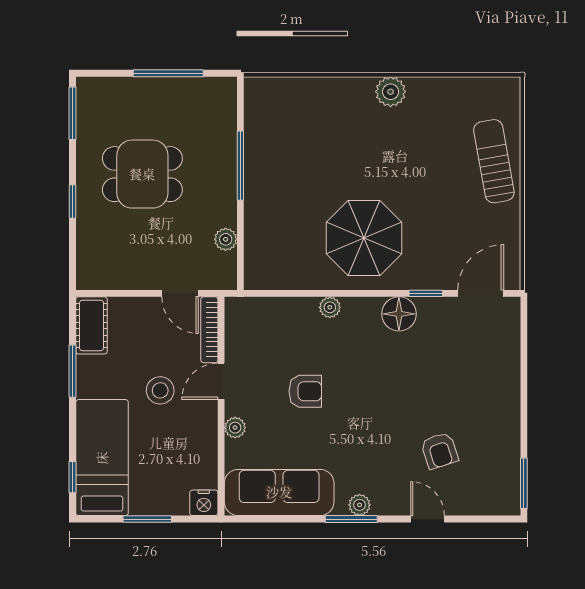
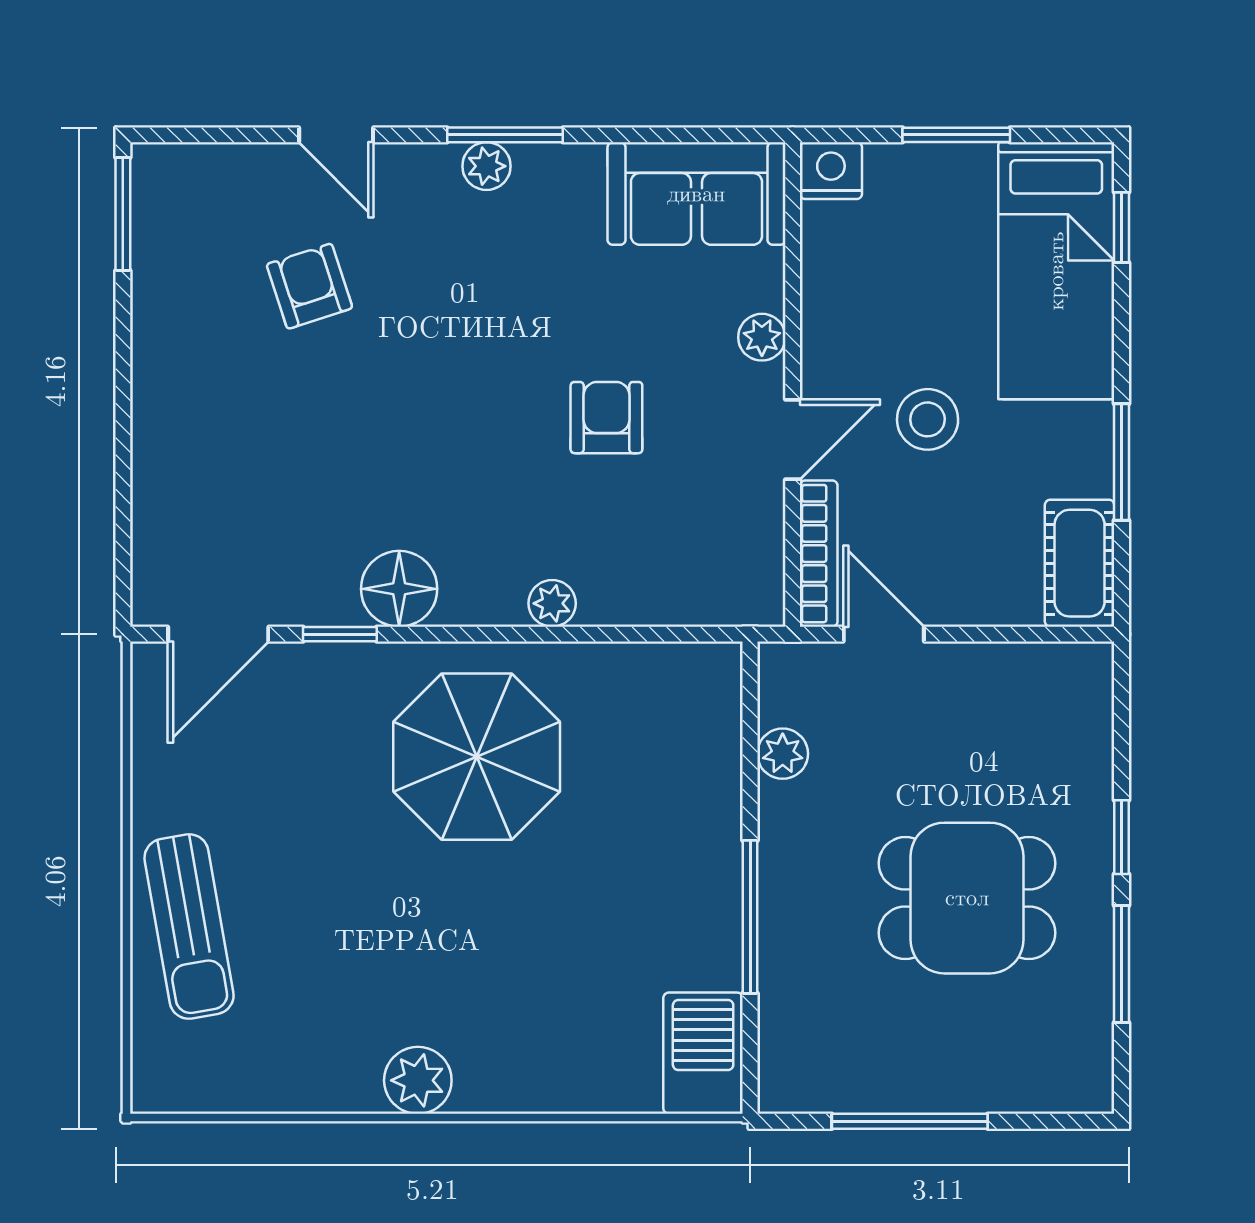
barbecue: (262, 104) -> (703, 1053), added
window: (73, 113) -> (1121, 964), moved
armchair: (305, 391) -> (606, 418), turned 90
sofa: (279, 492) -> (696, 194), width x0.73

